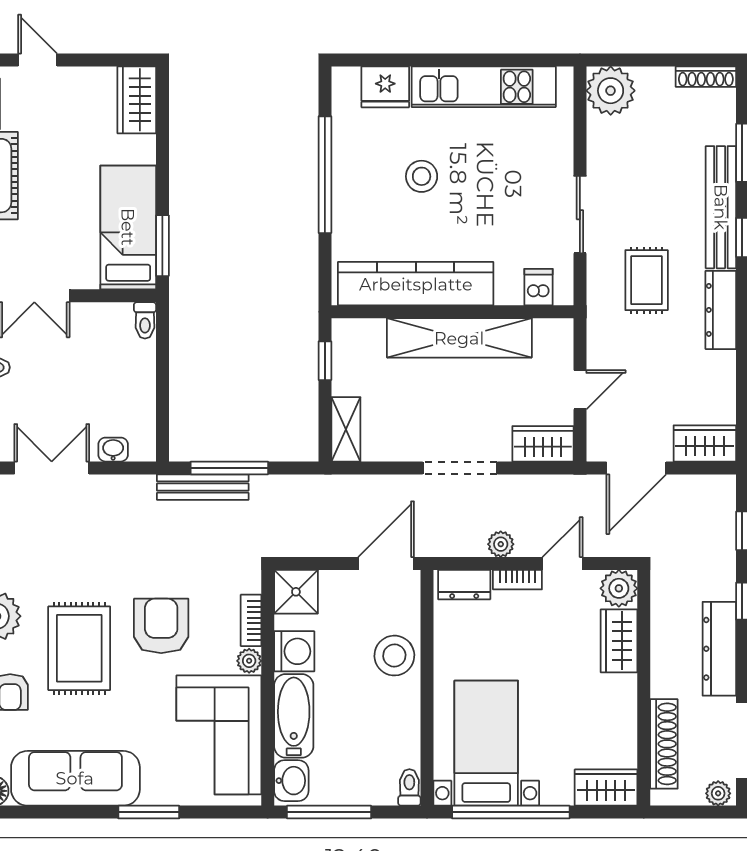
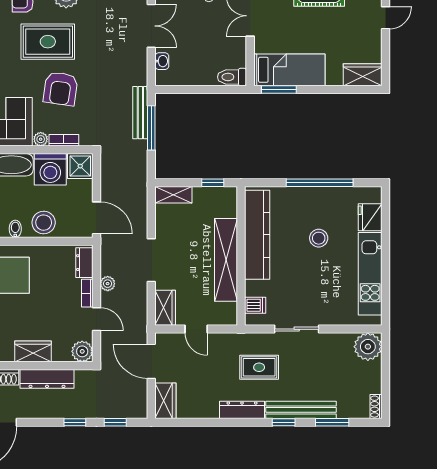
shoe rack: (706, 77) -> (376, 407), width x0.70
toilet: (145, 320) -> (232, 77), width x1.37, depth x1.39
armchair: (161, 626) -> (61, 89), turned 98
wardrobe: (619, 641) -> (33, 351), moved
dresser: (719, 649) -> (47, 379), moved, turned 180
washing machine: (294, 651) -> (50, 169), width x1.37, depth x1.37
bidet: (405, 705) -> (15, 229), added

